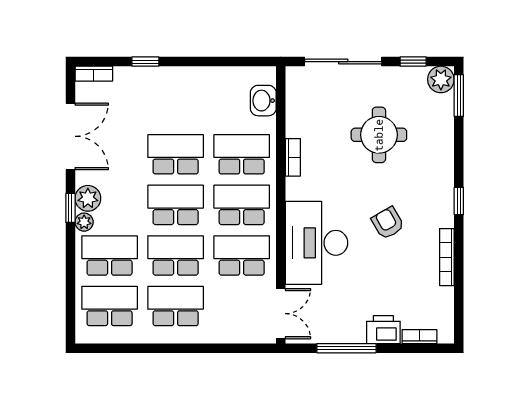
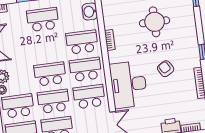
school desk: (176, 154) -> (43, 19), moved

